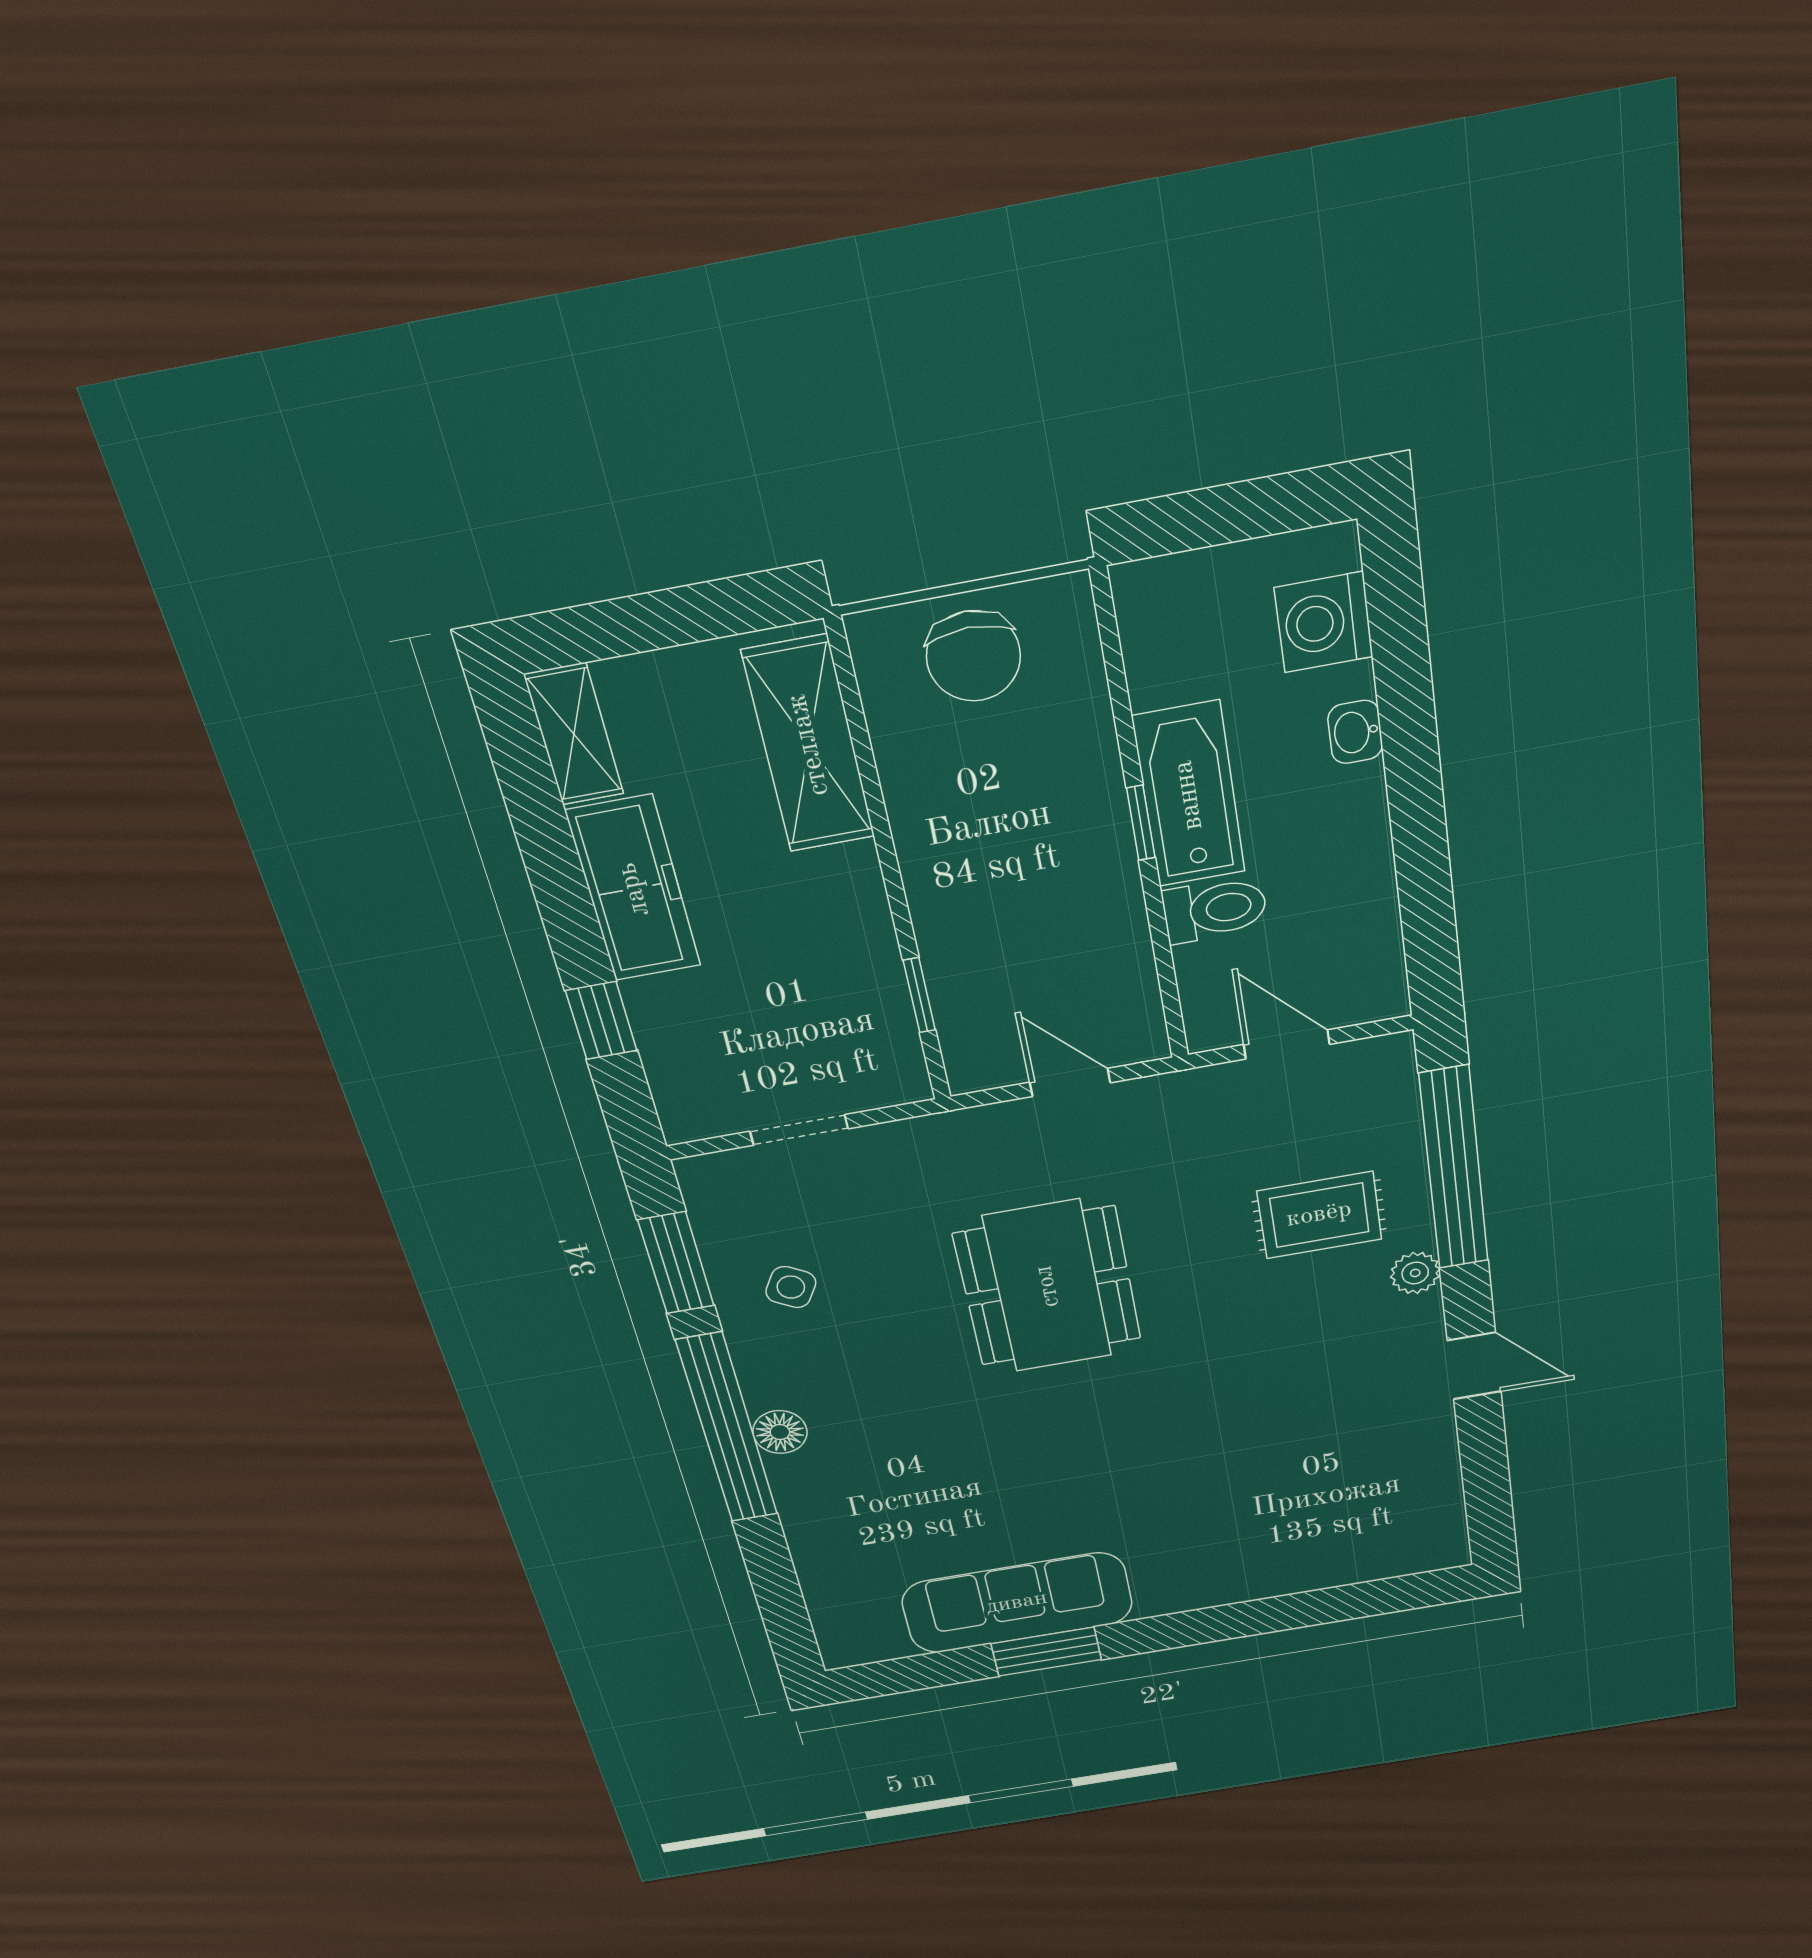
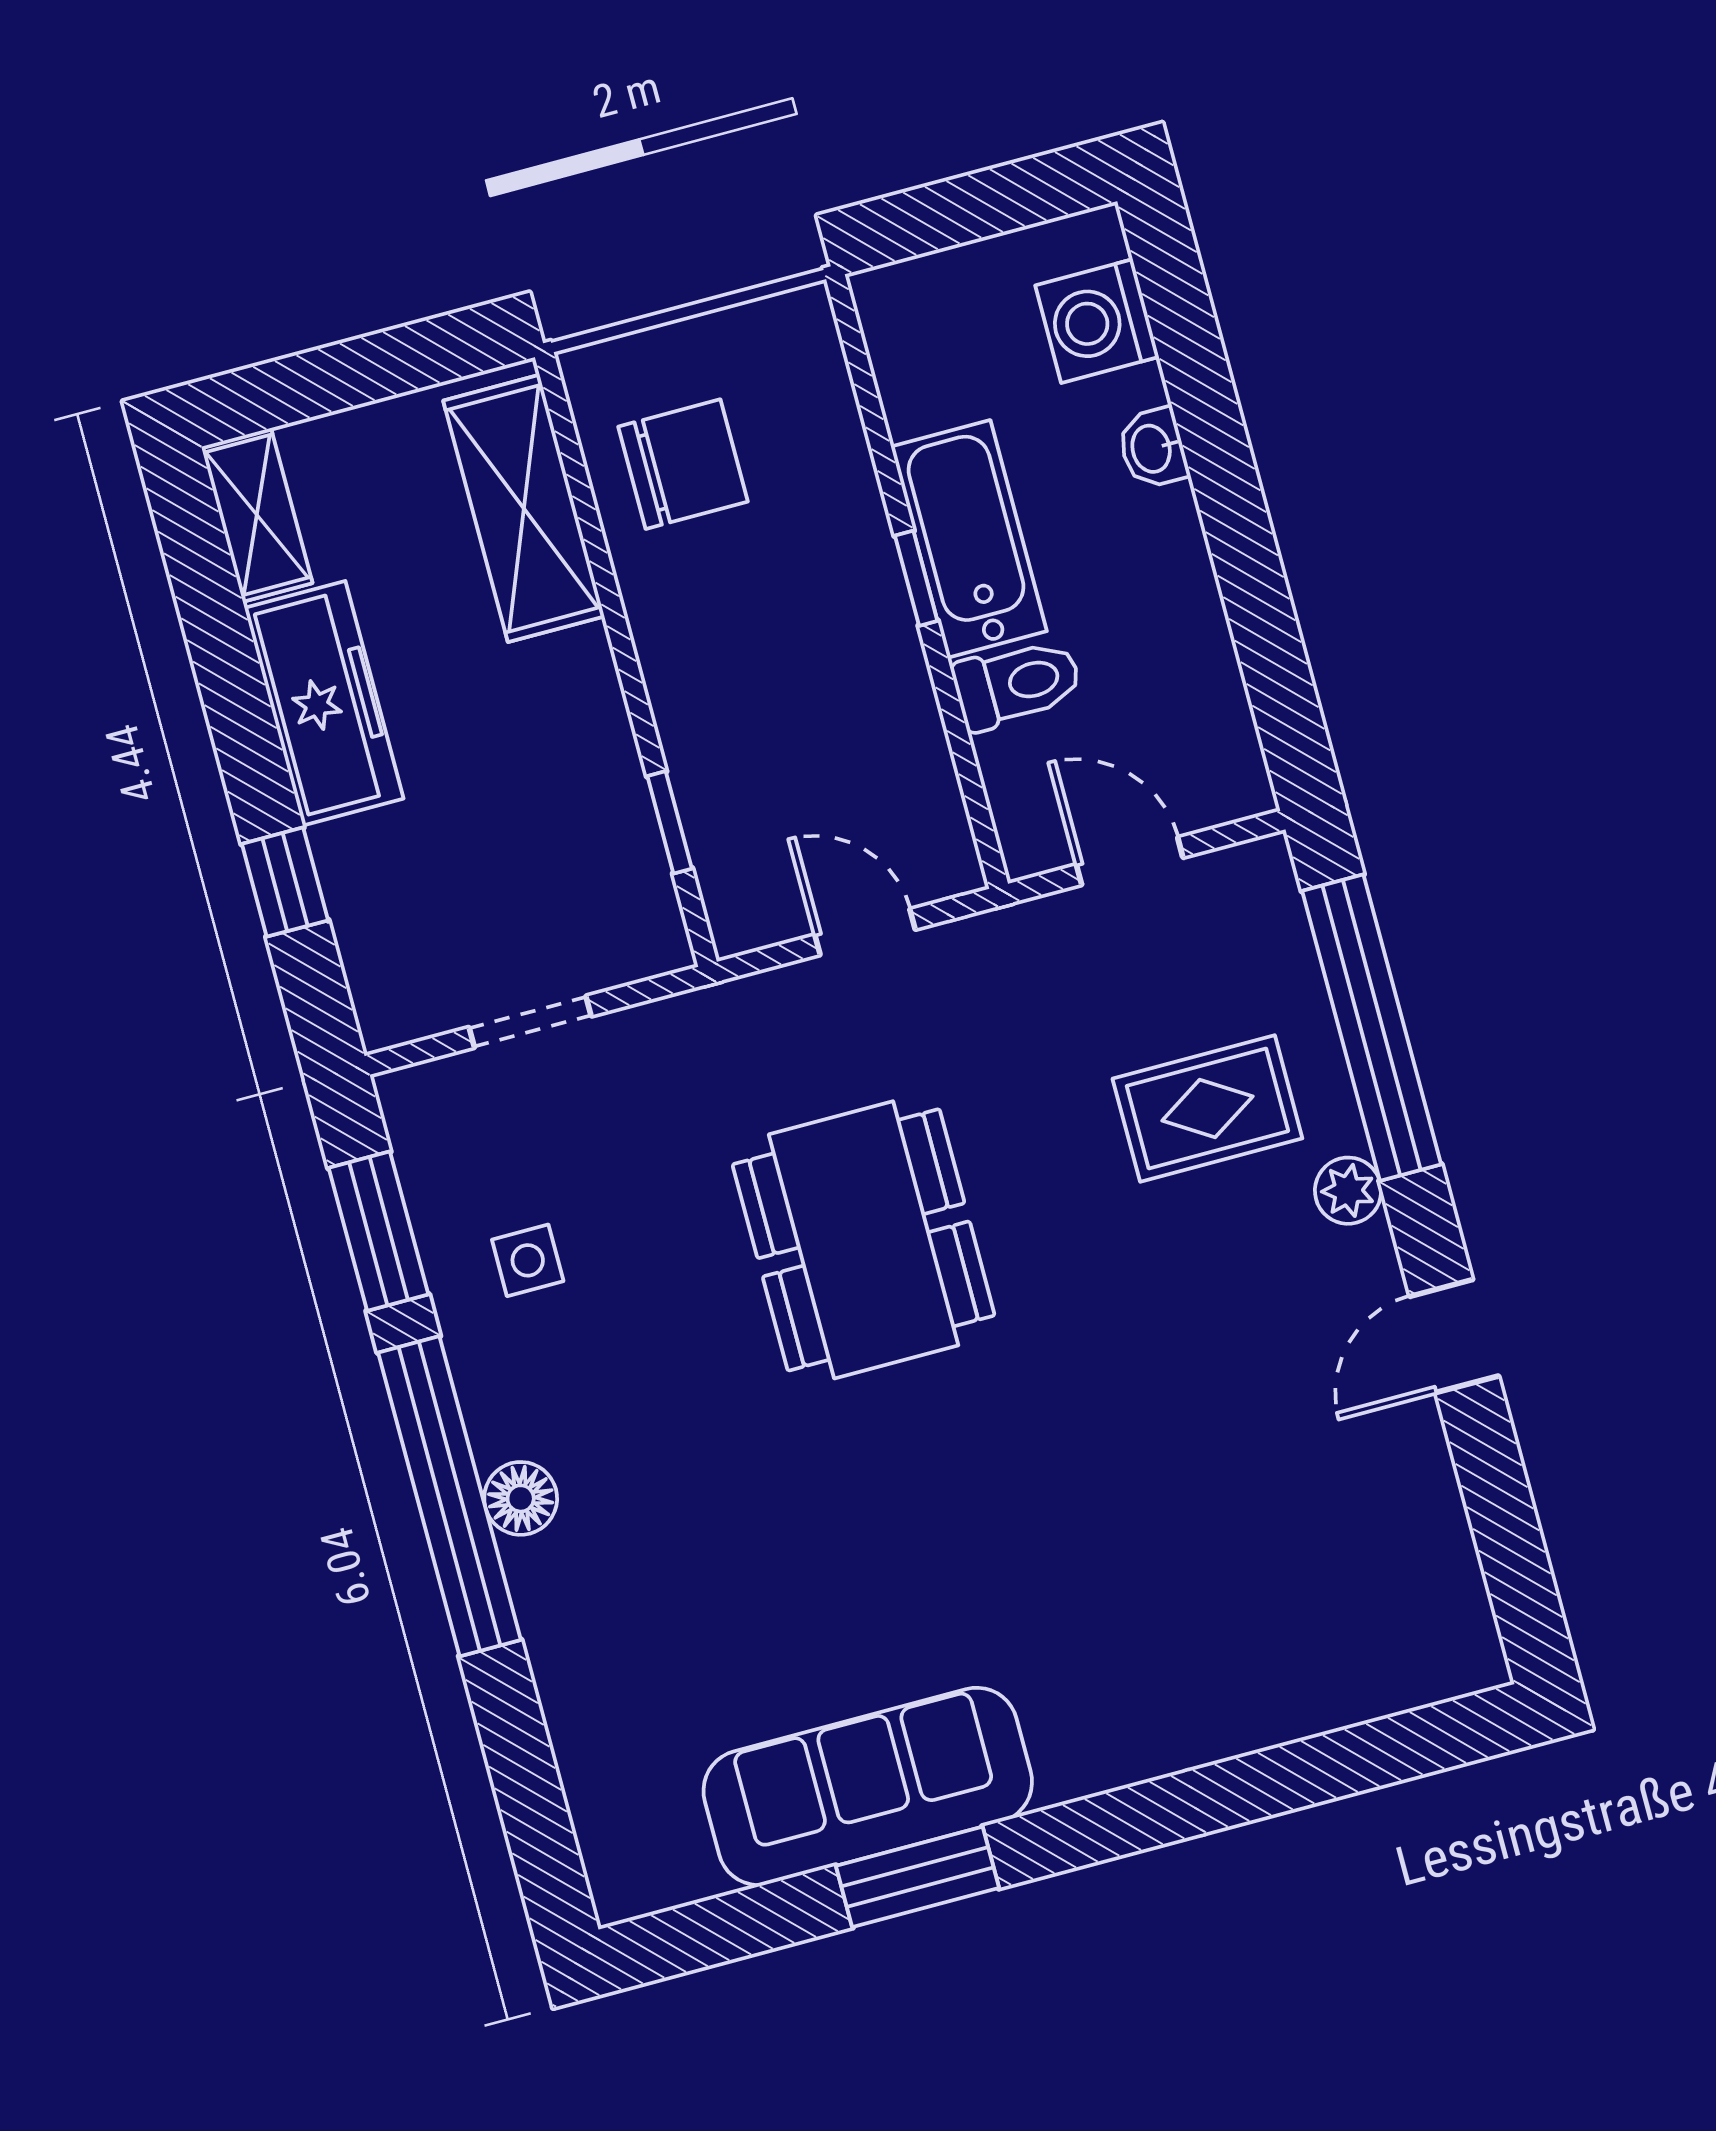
chair: (973, 656) -> (683, 464), moved, turned -90
side table: (791, 1287) -> (528, 1260), turned -30
door: (1474, 1366) -> (1454, 1336), swing flipped

